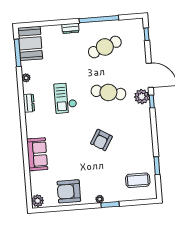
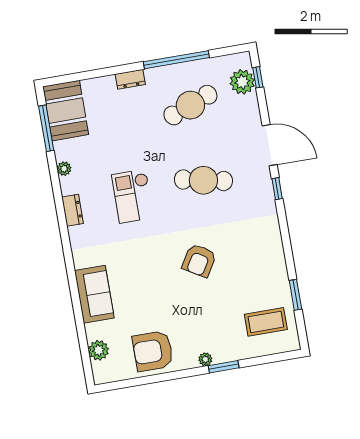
plant: (142, 97) -> (242, 82), moved
plant: (38, 201) -> (99, 350), moved

